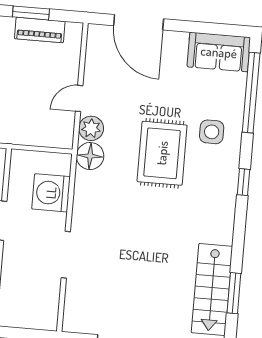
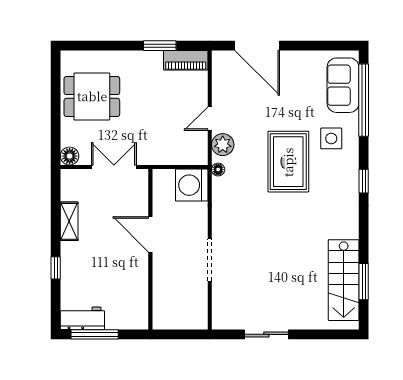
piano: (40, 30) -> (186, 60), moved
sofa: (219, 52) -> (343, 85), moved, turned 90
floor lamp: (90, 156) -> (218, 170), width x0.53, depth x0.53
washing machine: (51, 193) -> (192, 185), moved

